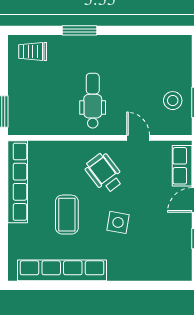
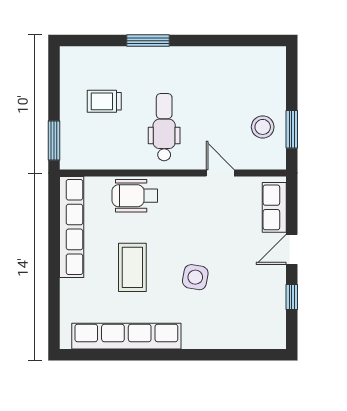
trolley: (33, 51) -> (104, 101), moved
wheelchair: (104, 173) -> (135, 196), moved, turned -53

